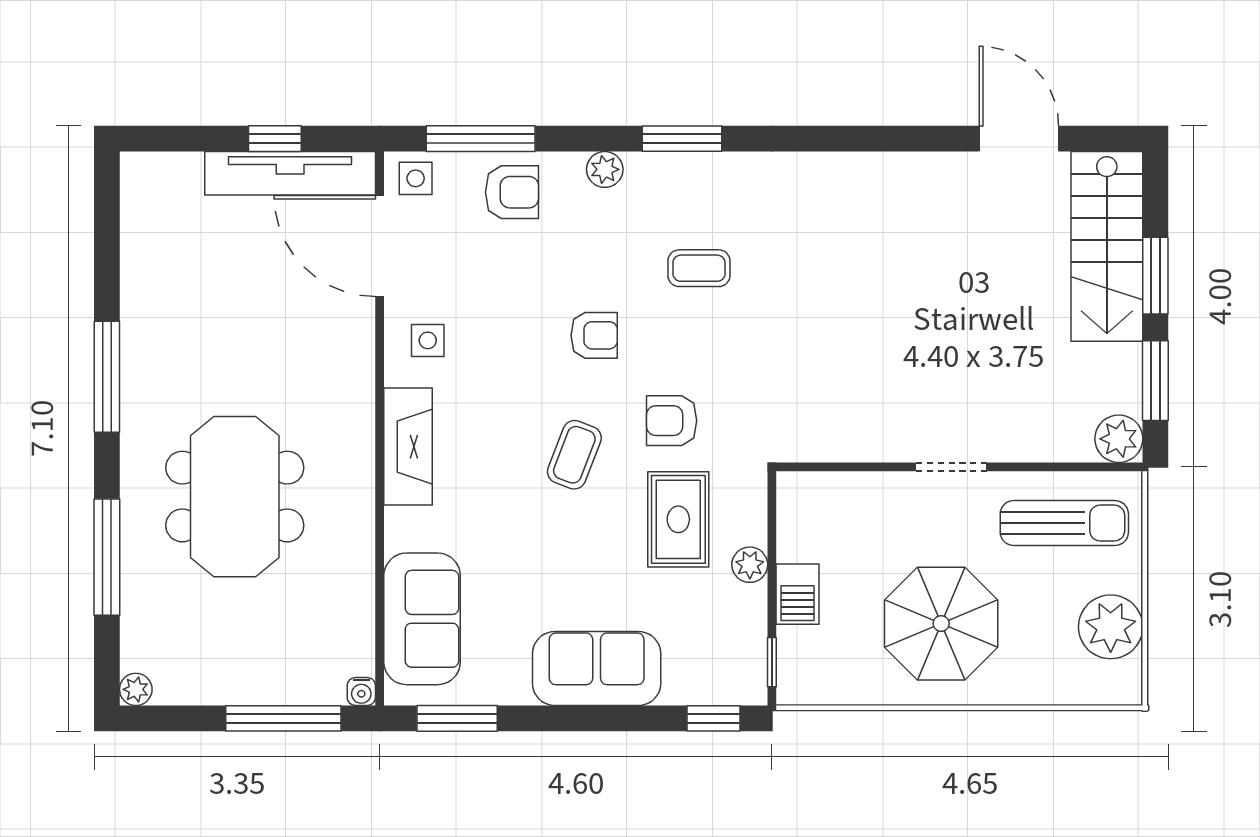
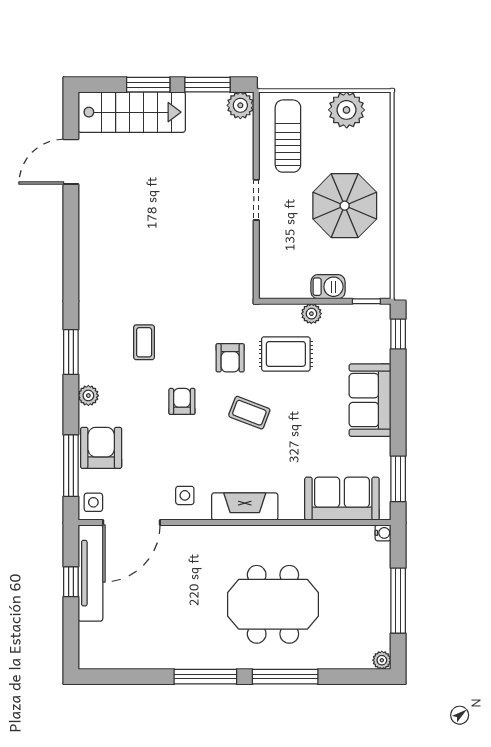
armchair: (512, 192) -> (101, 448), width x1.38, depth x1.38
window: (107, 557) -> (285, 677), moved
window: (283, 718) -> (398, 601), moved

